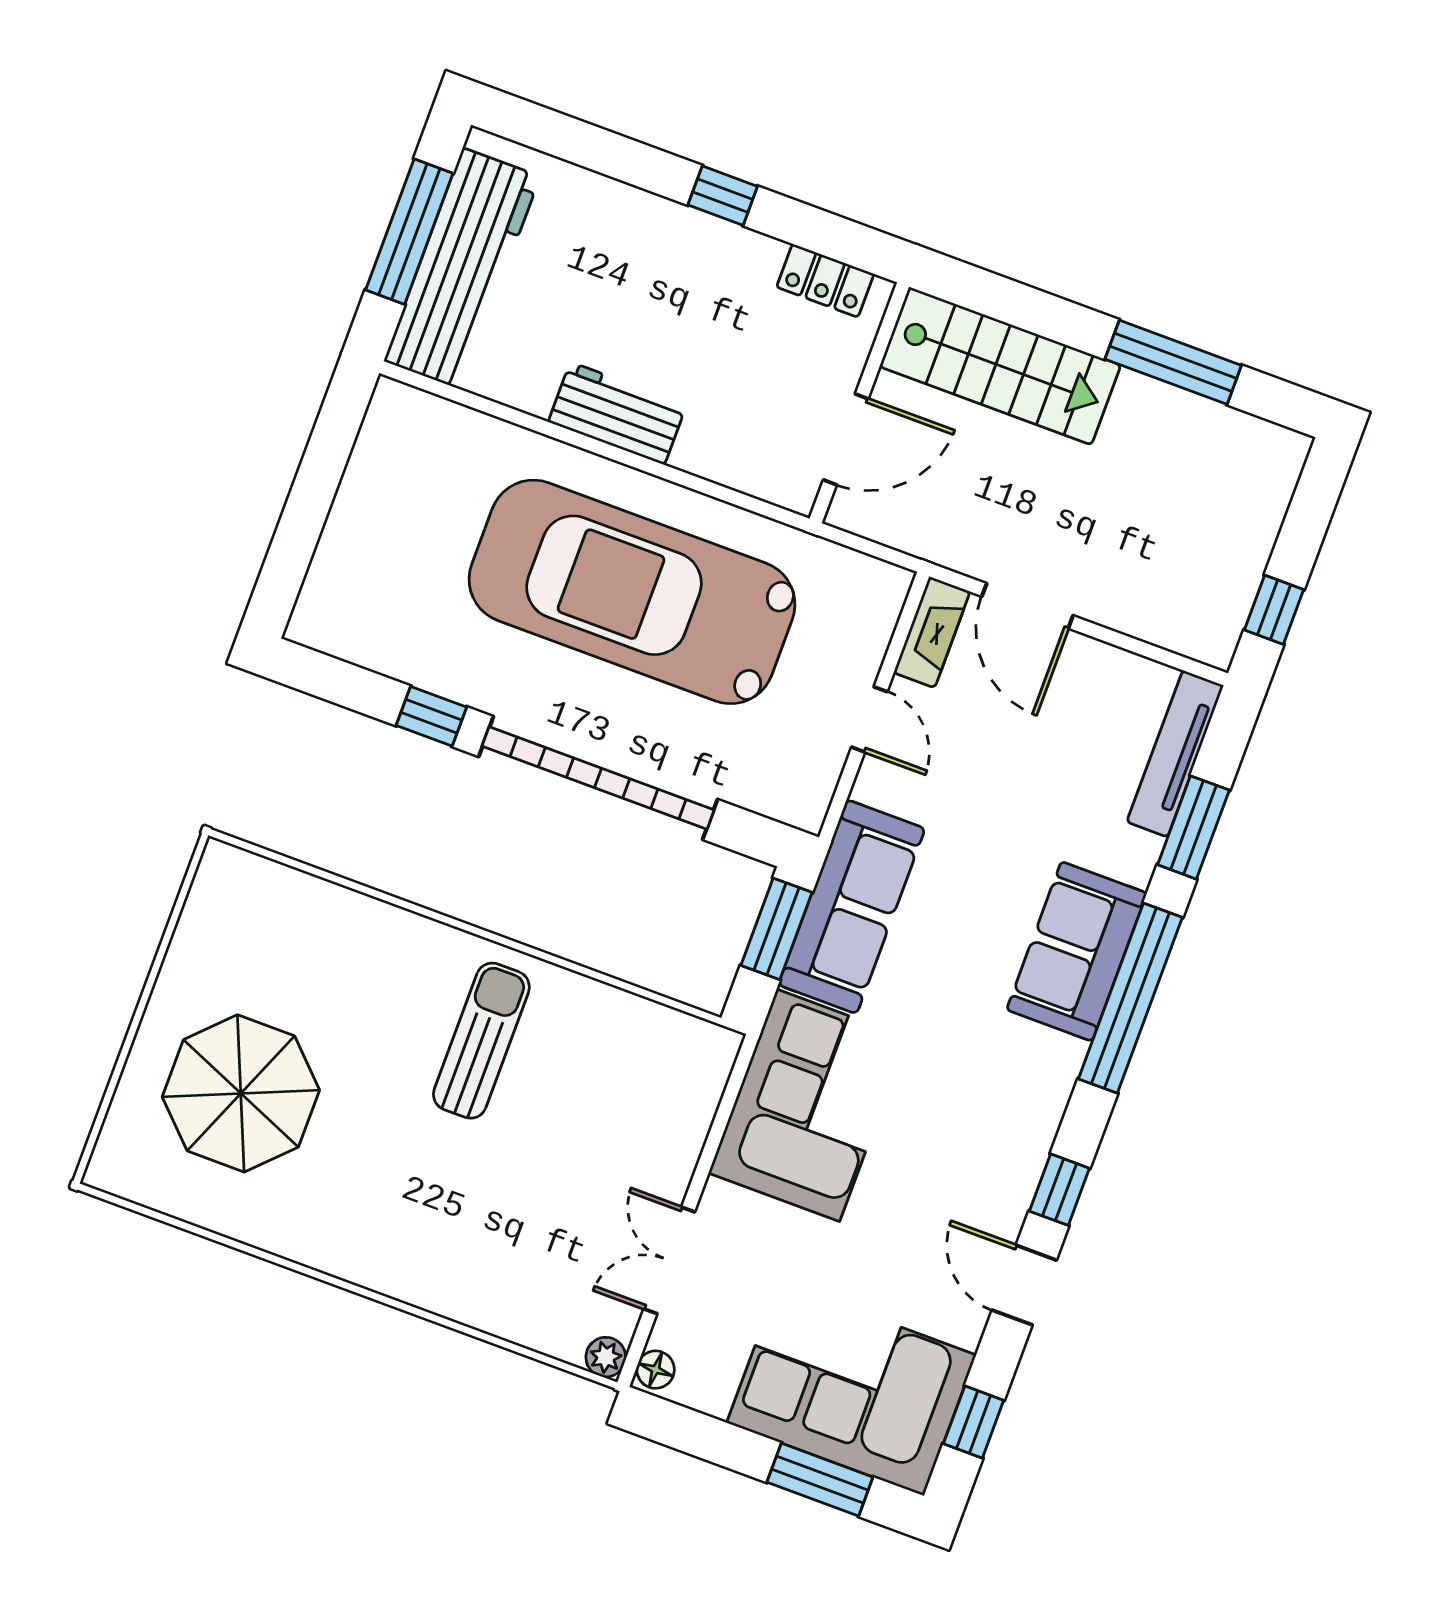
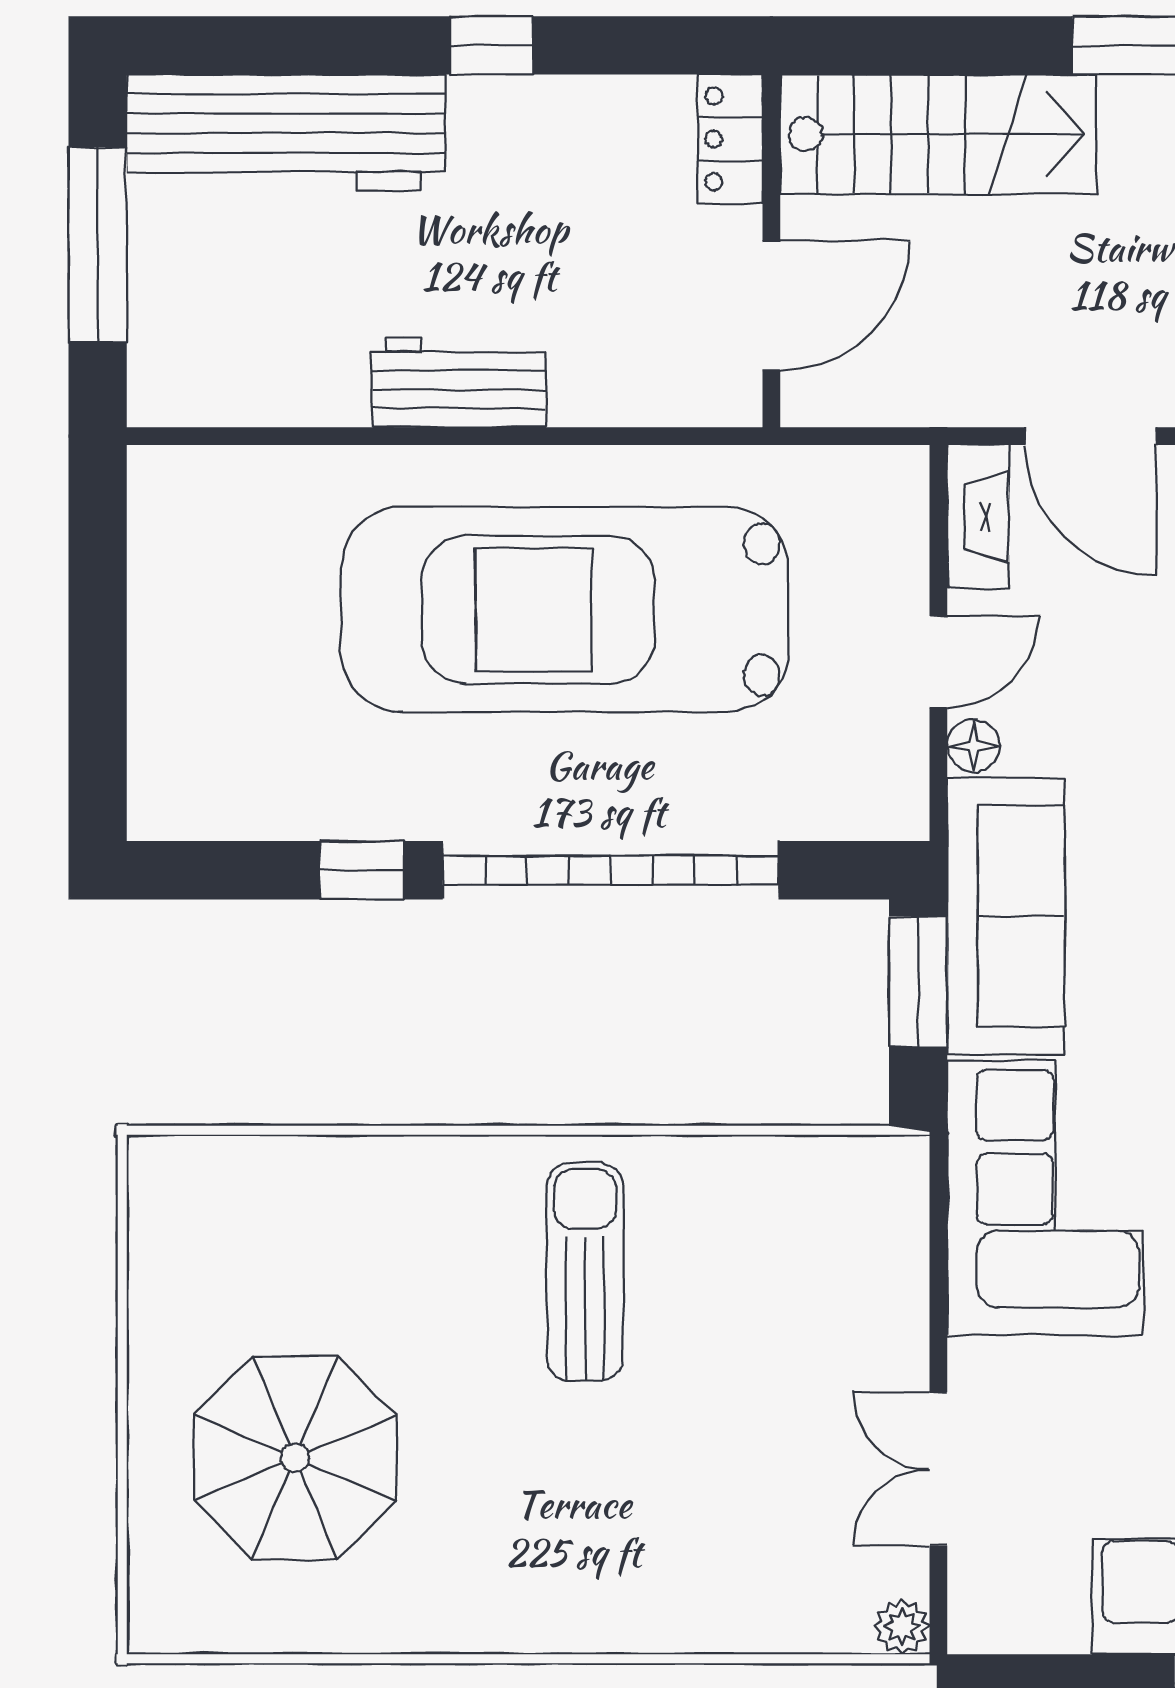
workbench: (462, 269) -> (286, 133), moved, turned 90
locker: (825, 280) -> (730, 139), moved, turned 90
door: (869, 719) -> (938, 662), hinge flipped
floor lamp: (656, 1370) -> (973, 746), moved

